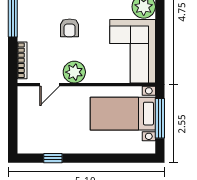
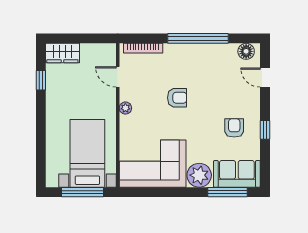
armchair: (70, 28) -> (177, 98), turned 180
plant: (74, 72) -> (125, 108), width x0.53, depth x0.53
wardrobe: (27, 137) -> (62, 53), added

